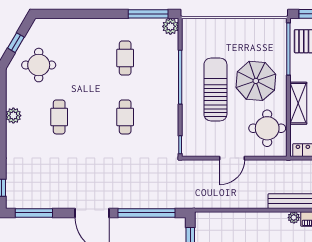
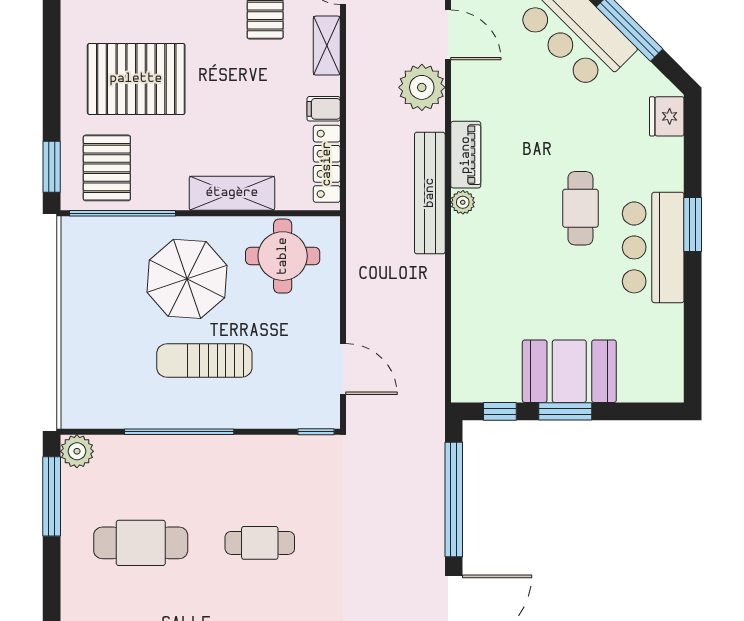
cafe table: (125, 58) -> (141, 543), width x1.37, depth x1.35
sun lounger: (215, 89) -> (204, 360), width x0.73, depth x0.75
door: (232, 158) -> (343, 369), moved

